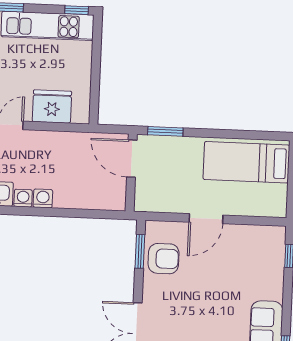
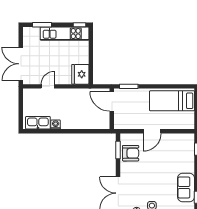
fridge: (52, 106) -> (80, 74), moved, turned -90
washing machine: (43, 198) -> (66, 124), removed

